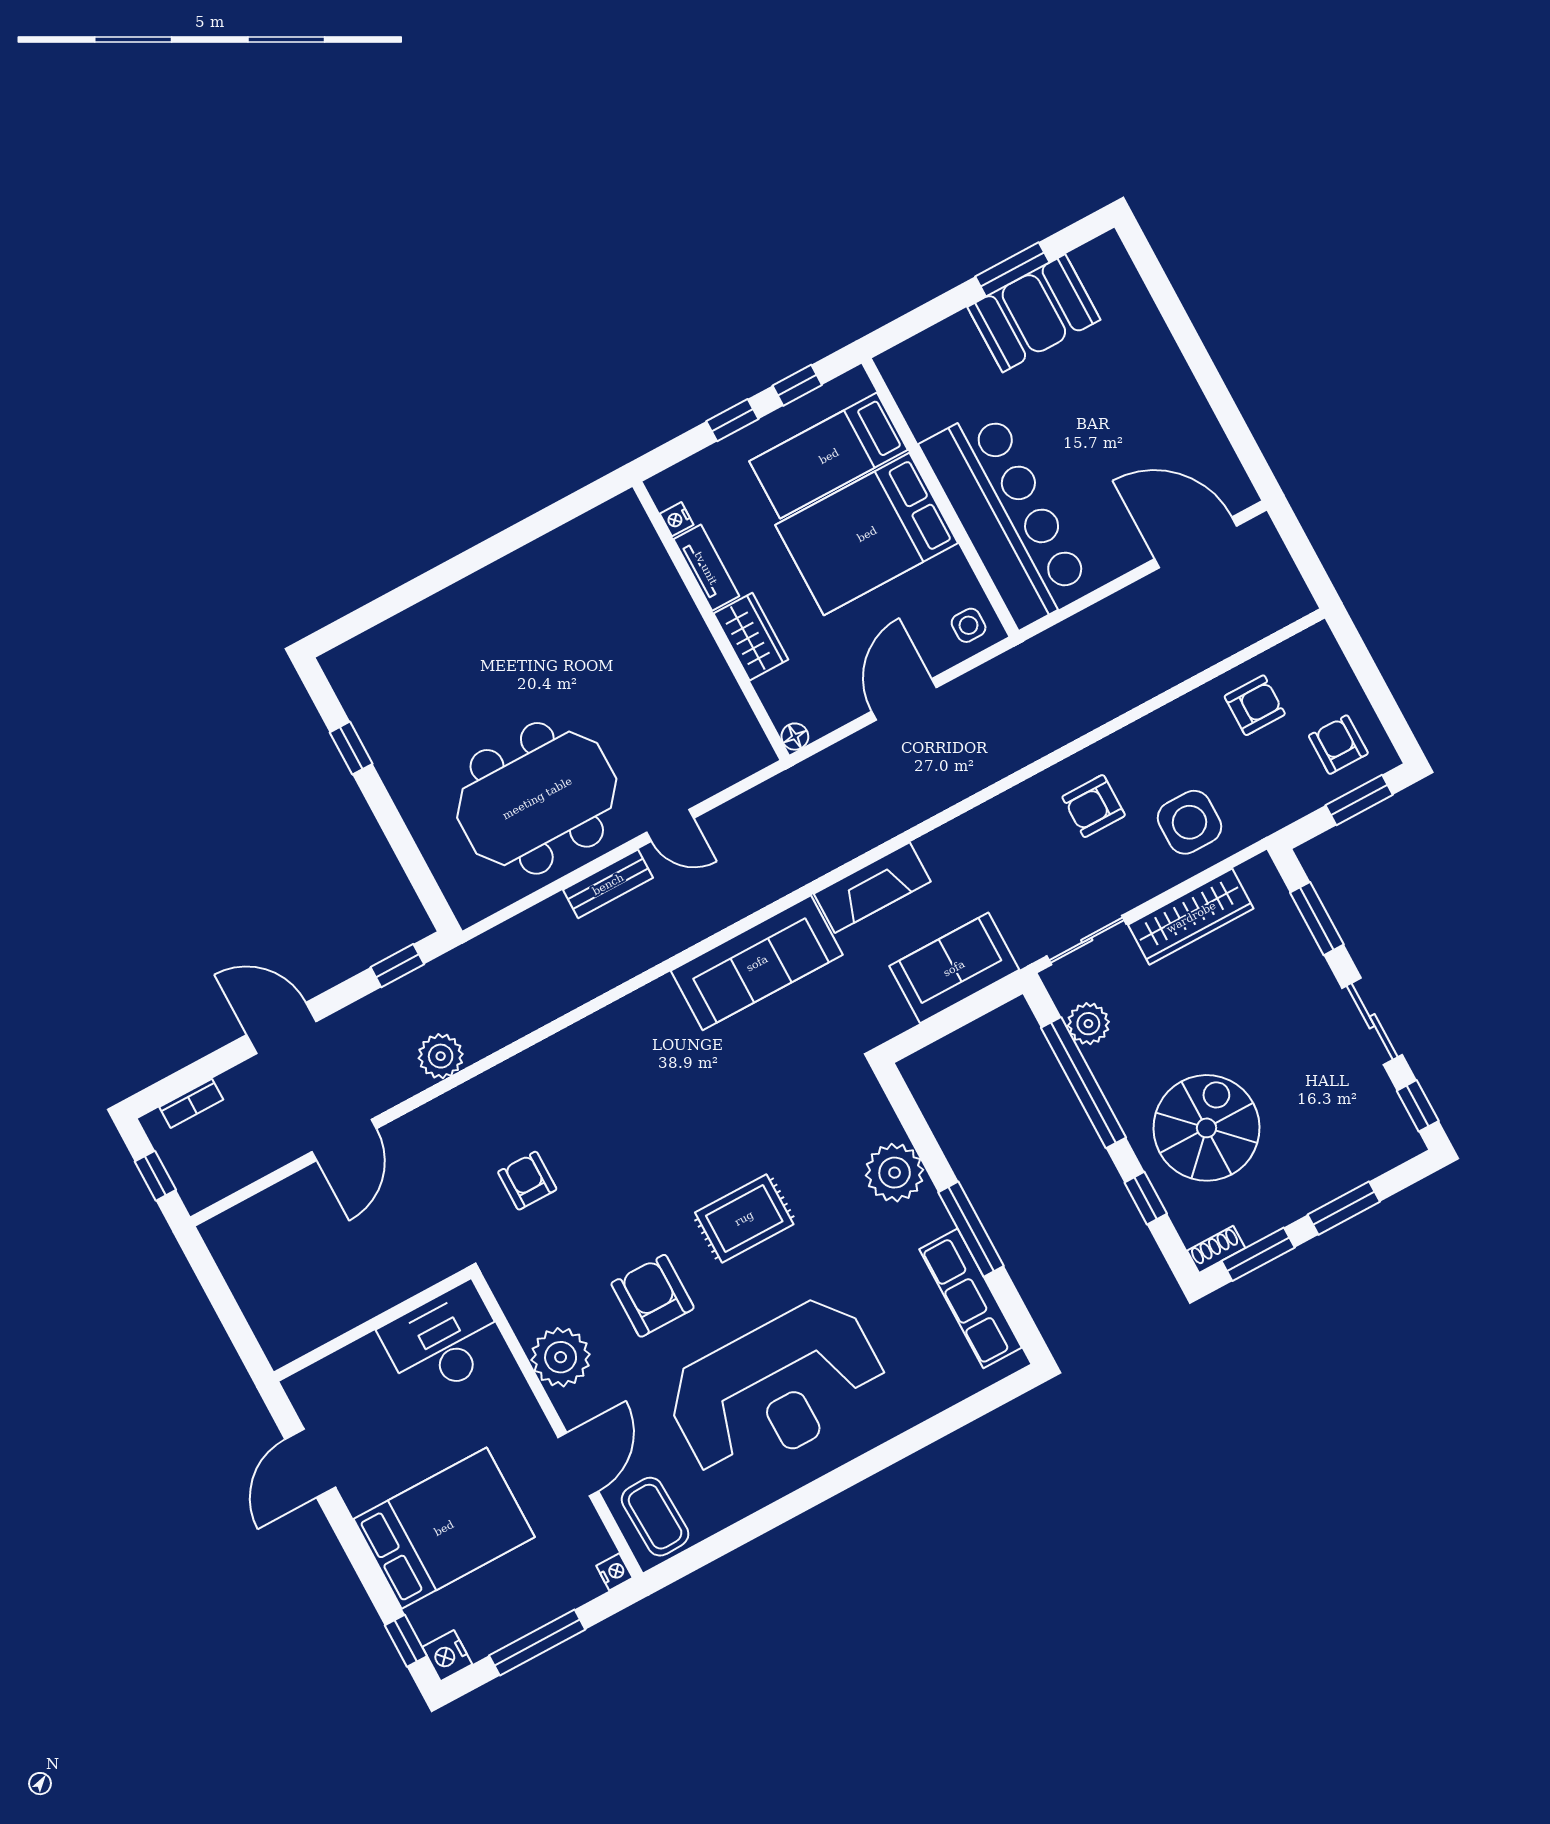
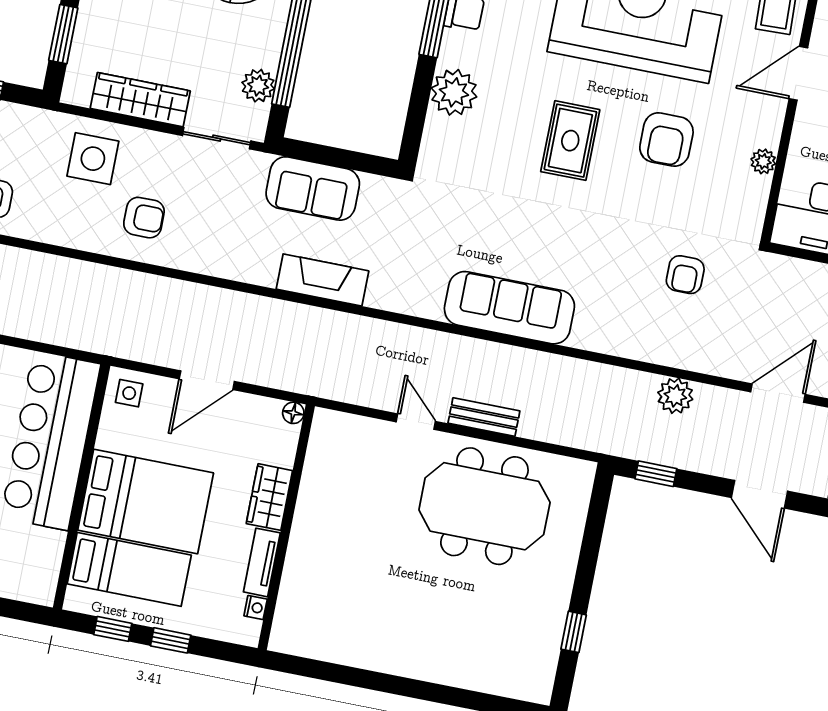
sofa: (757, 963) -> (509, 308), moved
rug: (744, 1218) -> (570, 141), turned 90
plant: (561, 1357) -> (763, 161), width x0.53, depth x0.53

